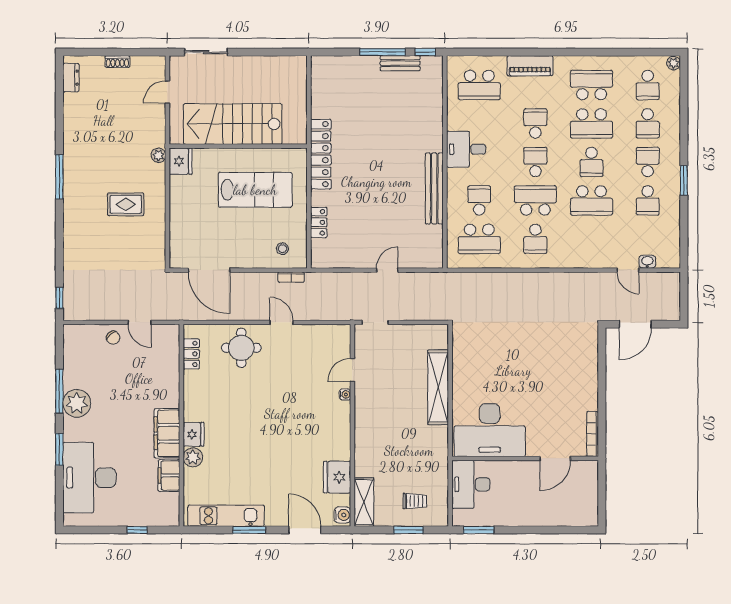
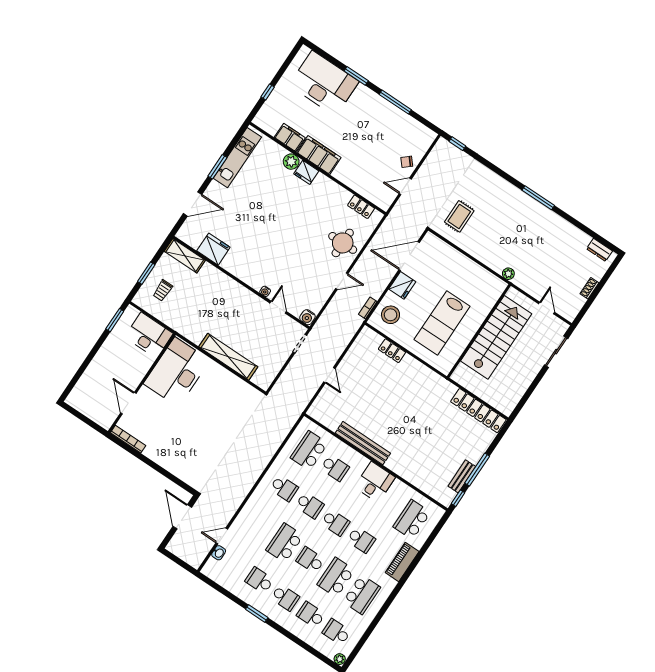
locker: (321, 154) -> (478, 411), moved
fridge: (181, 161) -> (402, 285), moved, turned -90
school desk: (535, 200) -> (310, 505), width x0.54
rug: (126, 204) -> (459, 216), moved
school desk: (535, 239) -> (284, 488), turned 180
stool: (282, 249) -> (391, 315), width x1.89, depth x1.89
plant: (77, 403) -> (379, 108), removed
water cooler: (342, 515) -> (307, 317), moved

